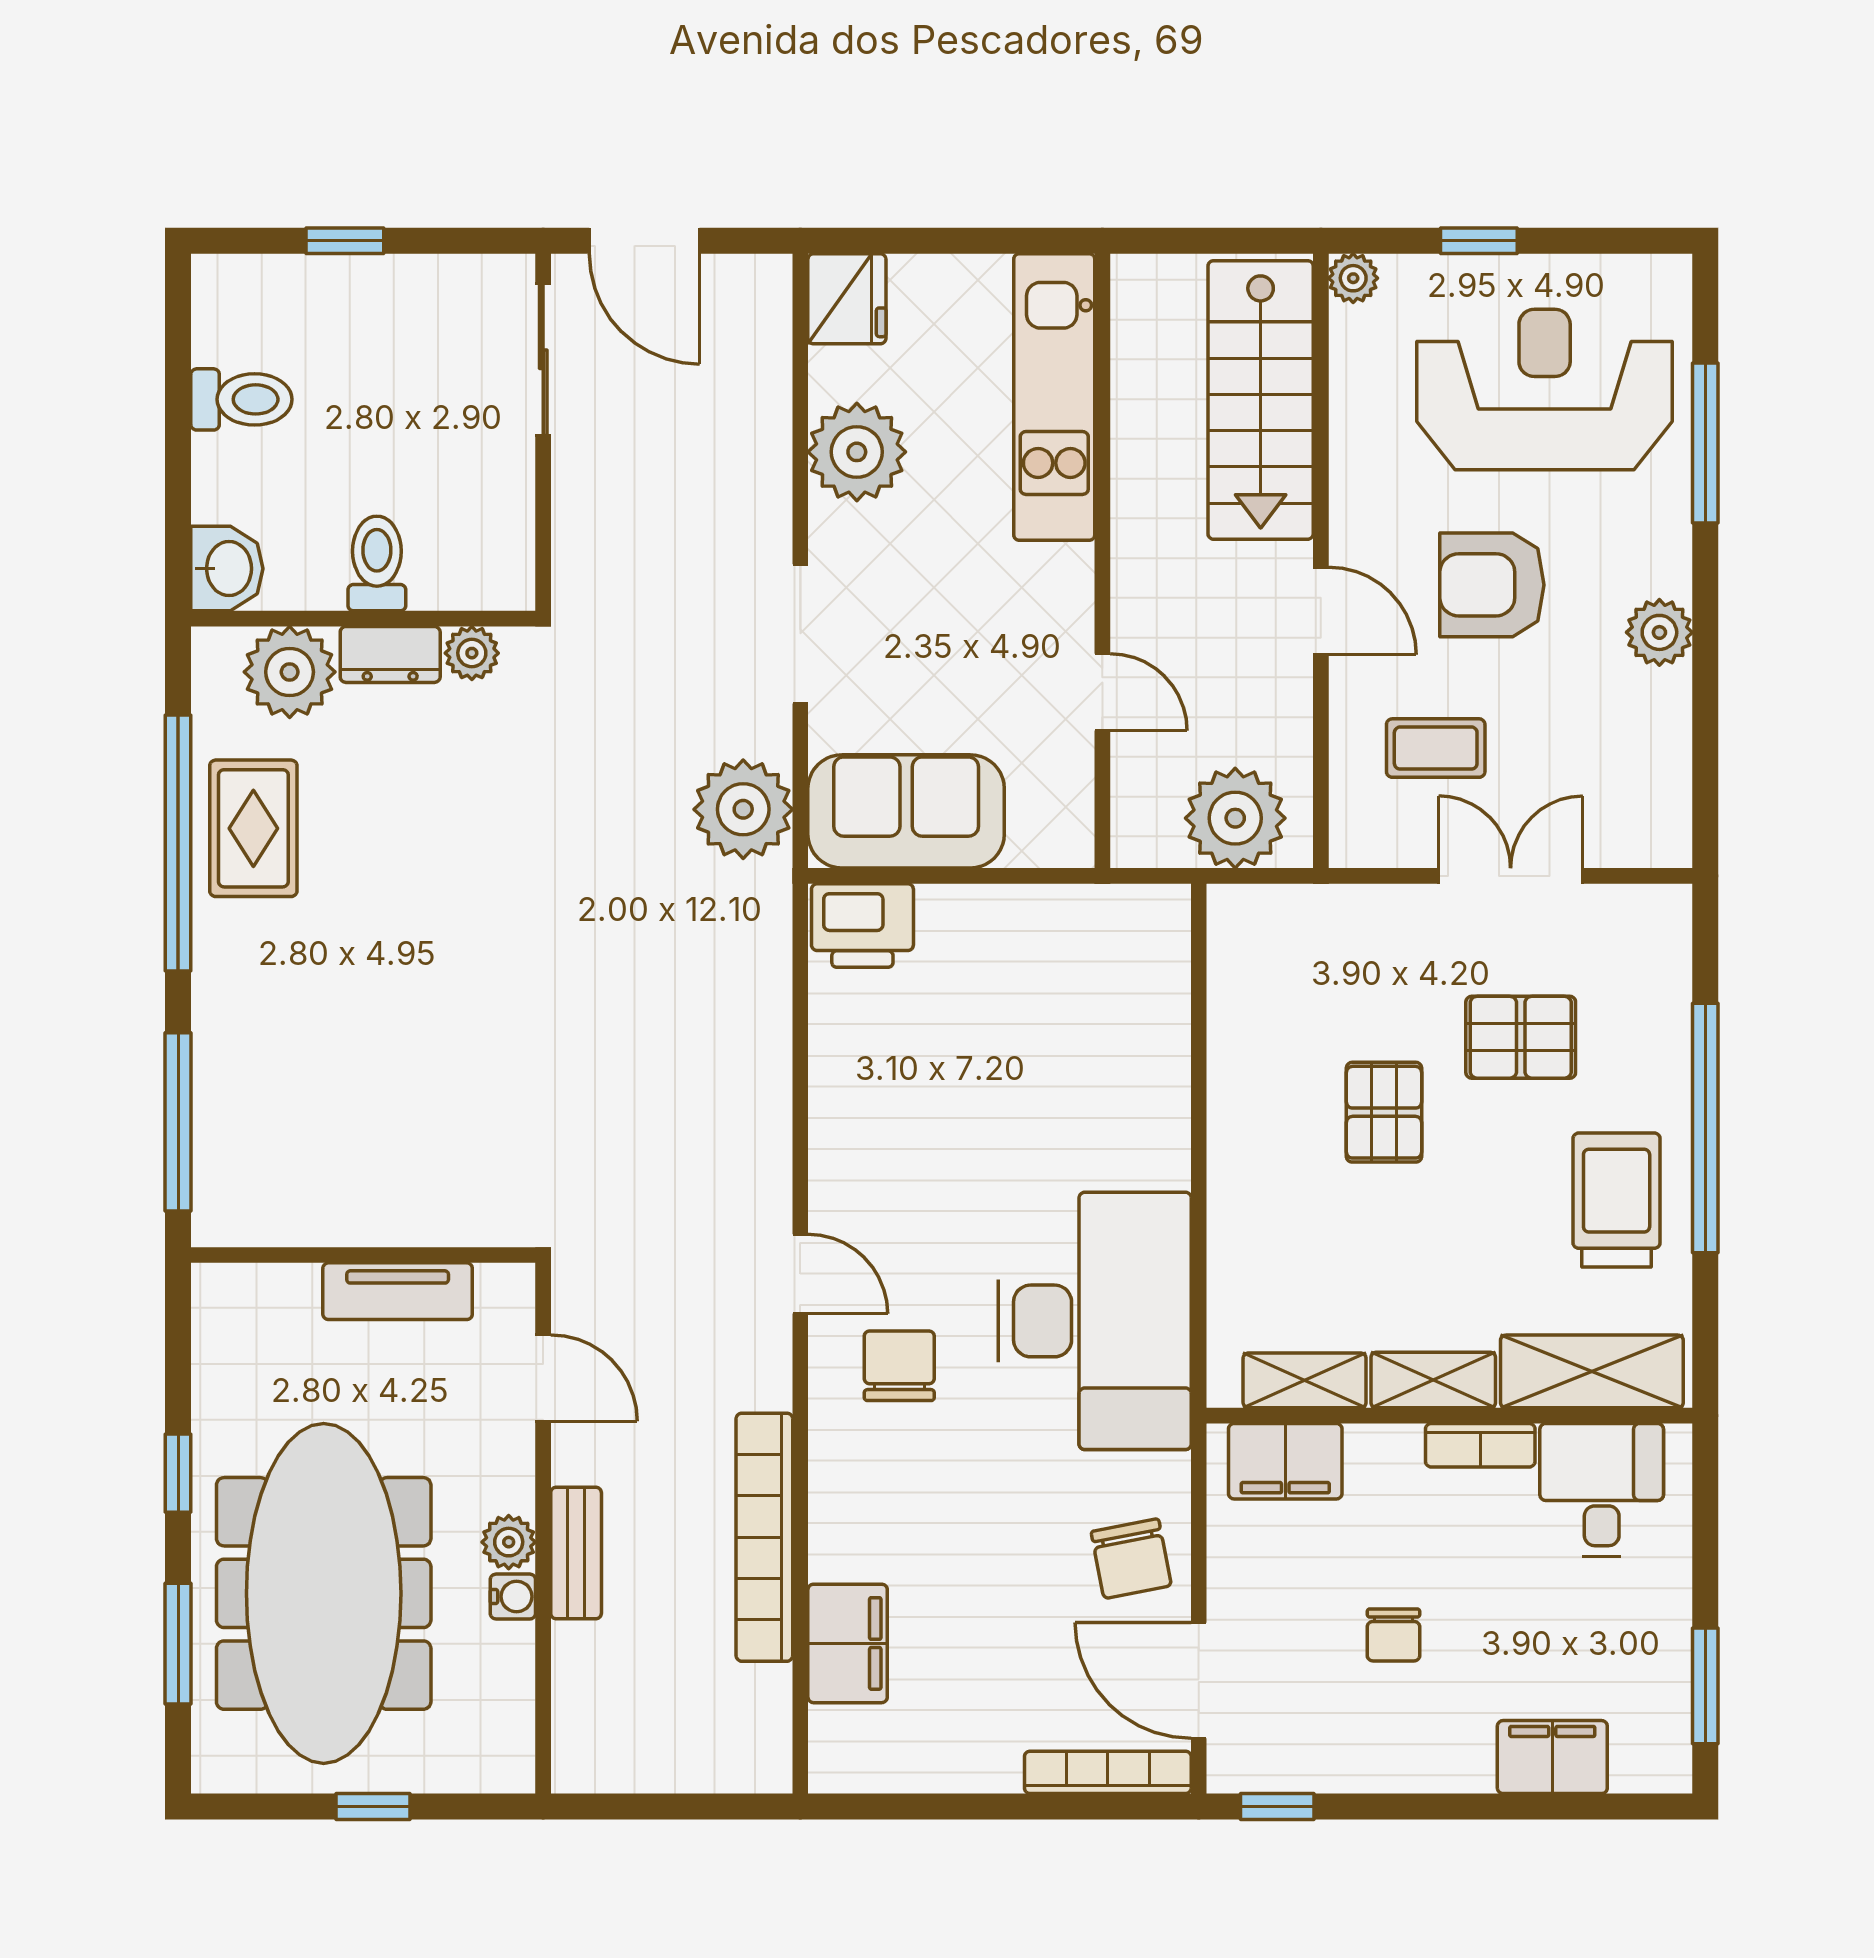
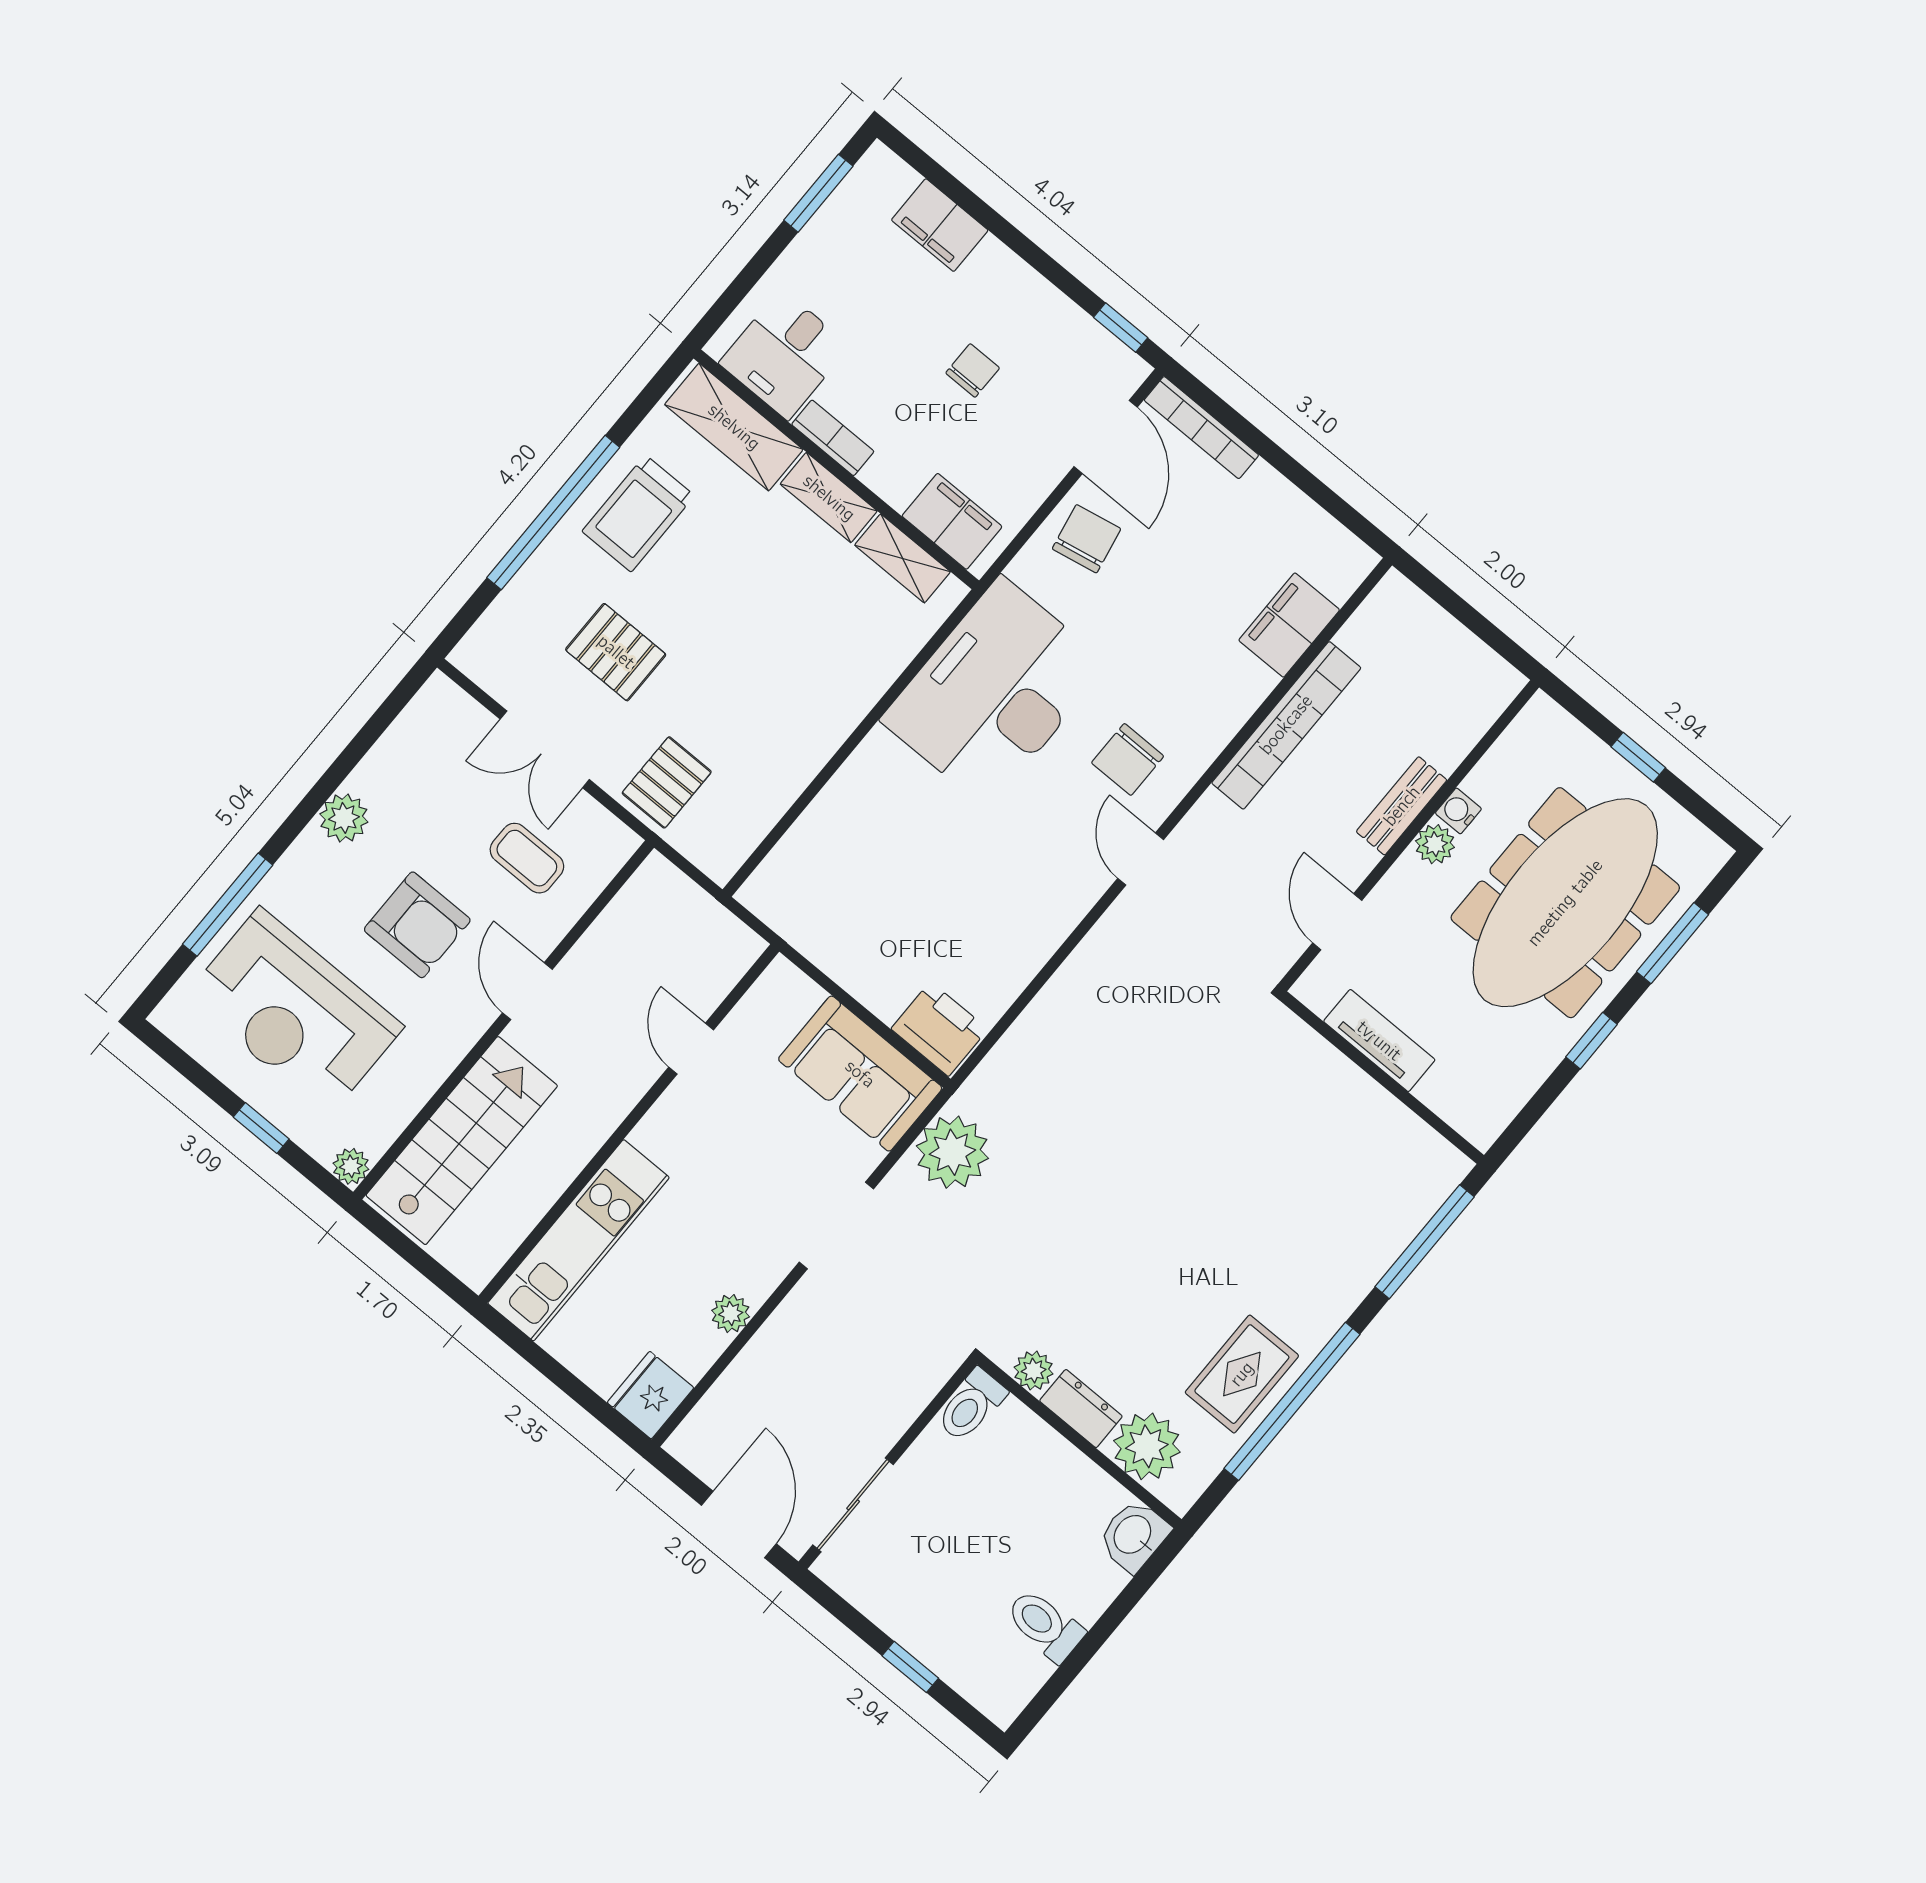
plant: (857, 452) -> (731, 1314), width x0.53, depth x0.53
toilet: (377, 564) -> (971, 1405), moved
plant: (1235, 818) -> (675, 913), removed
pallet: (1384, 1112) -> (667, 782), moved

